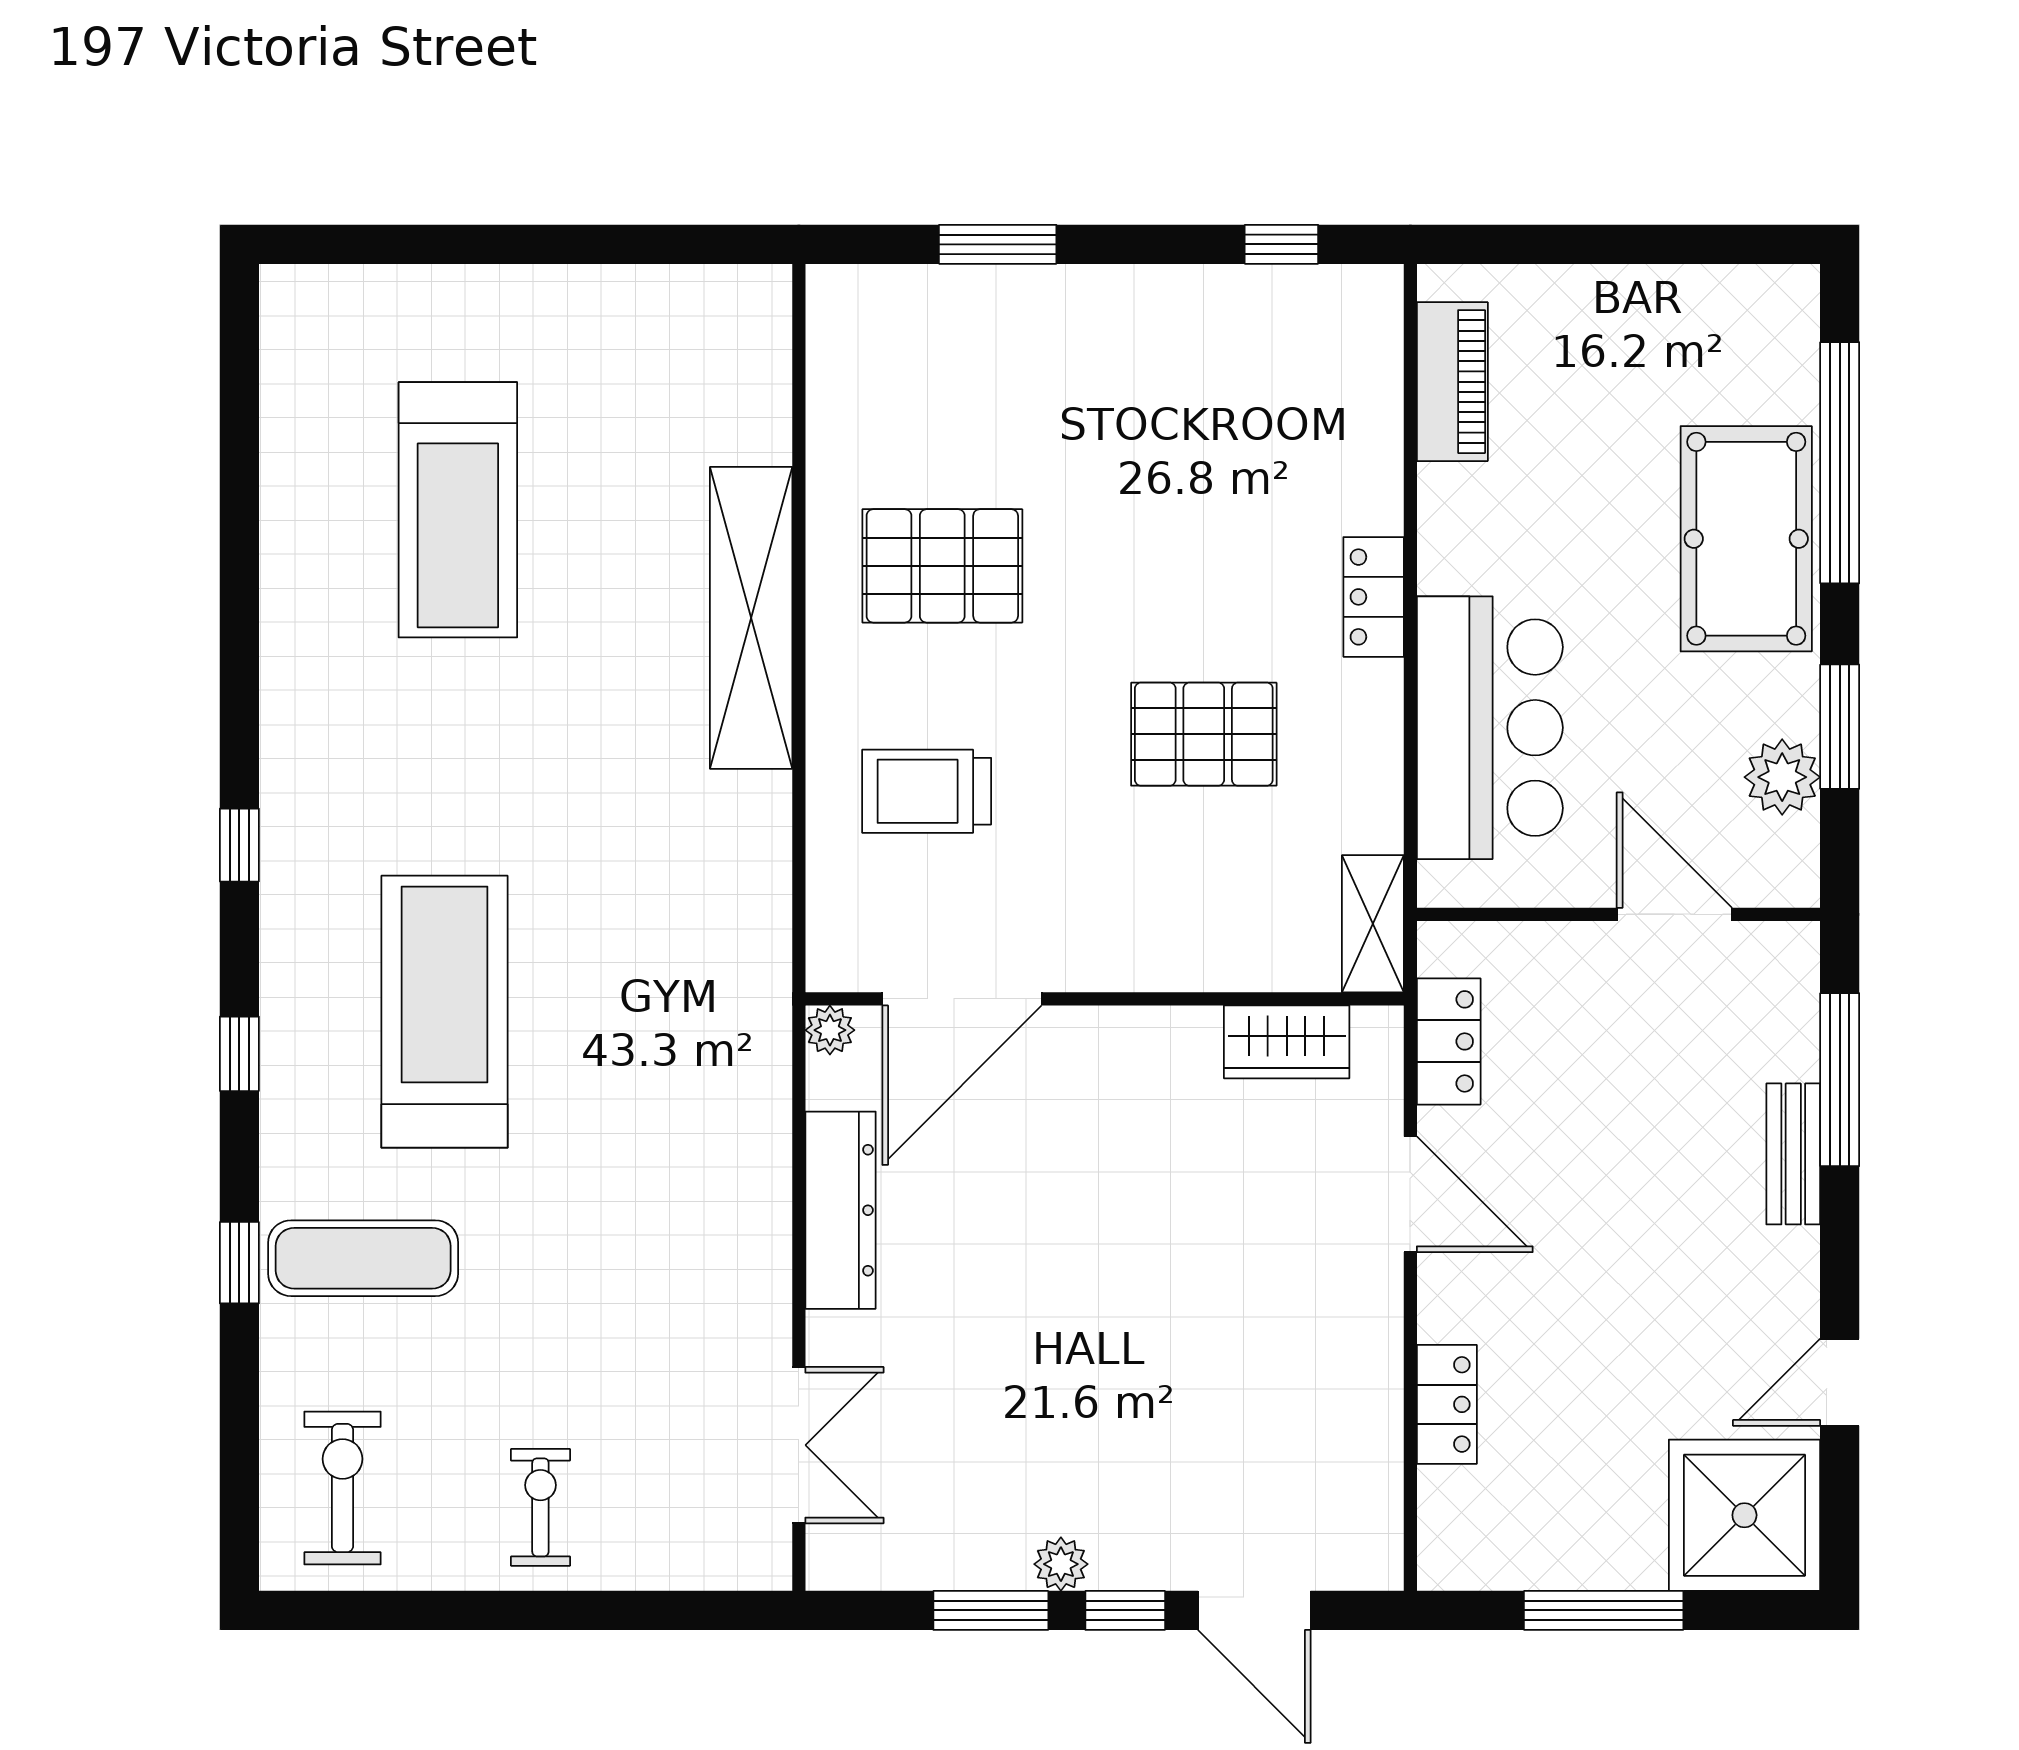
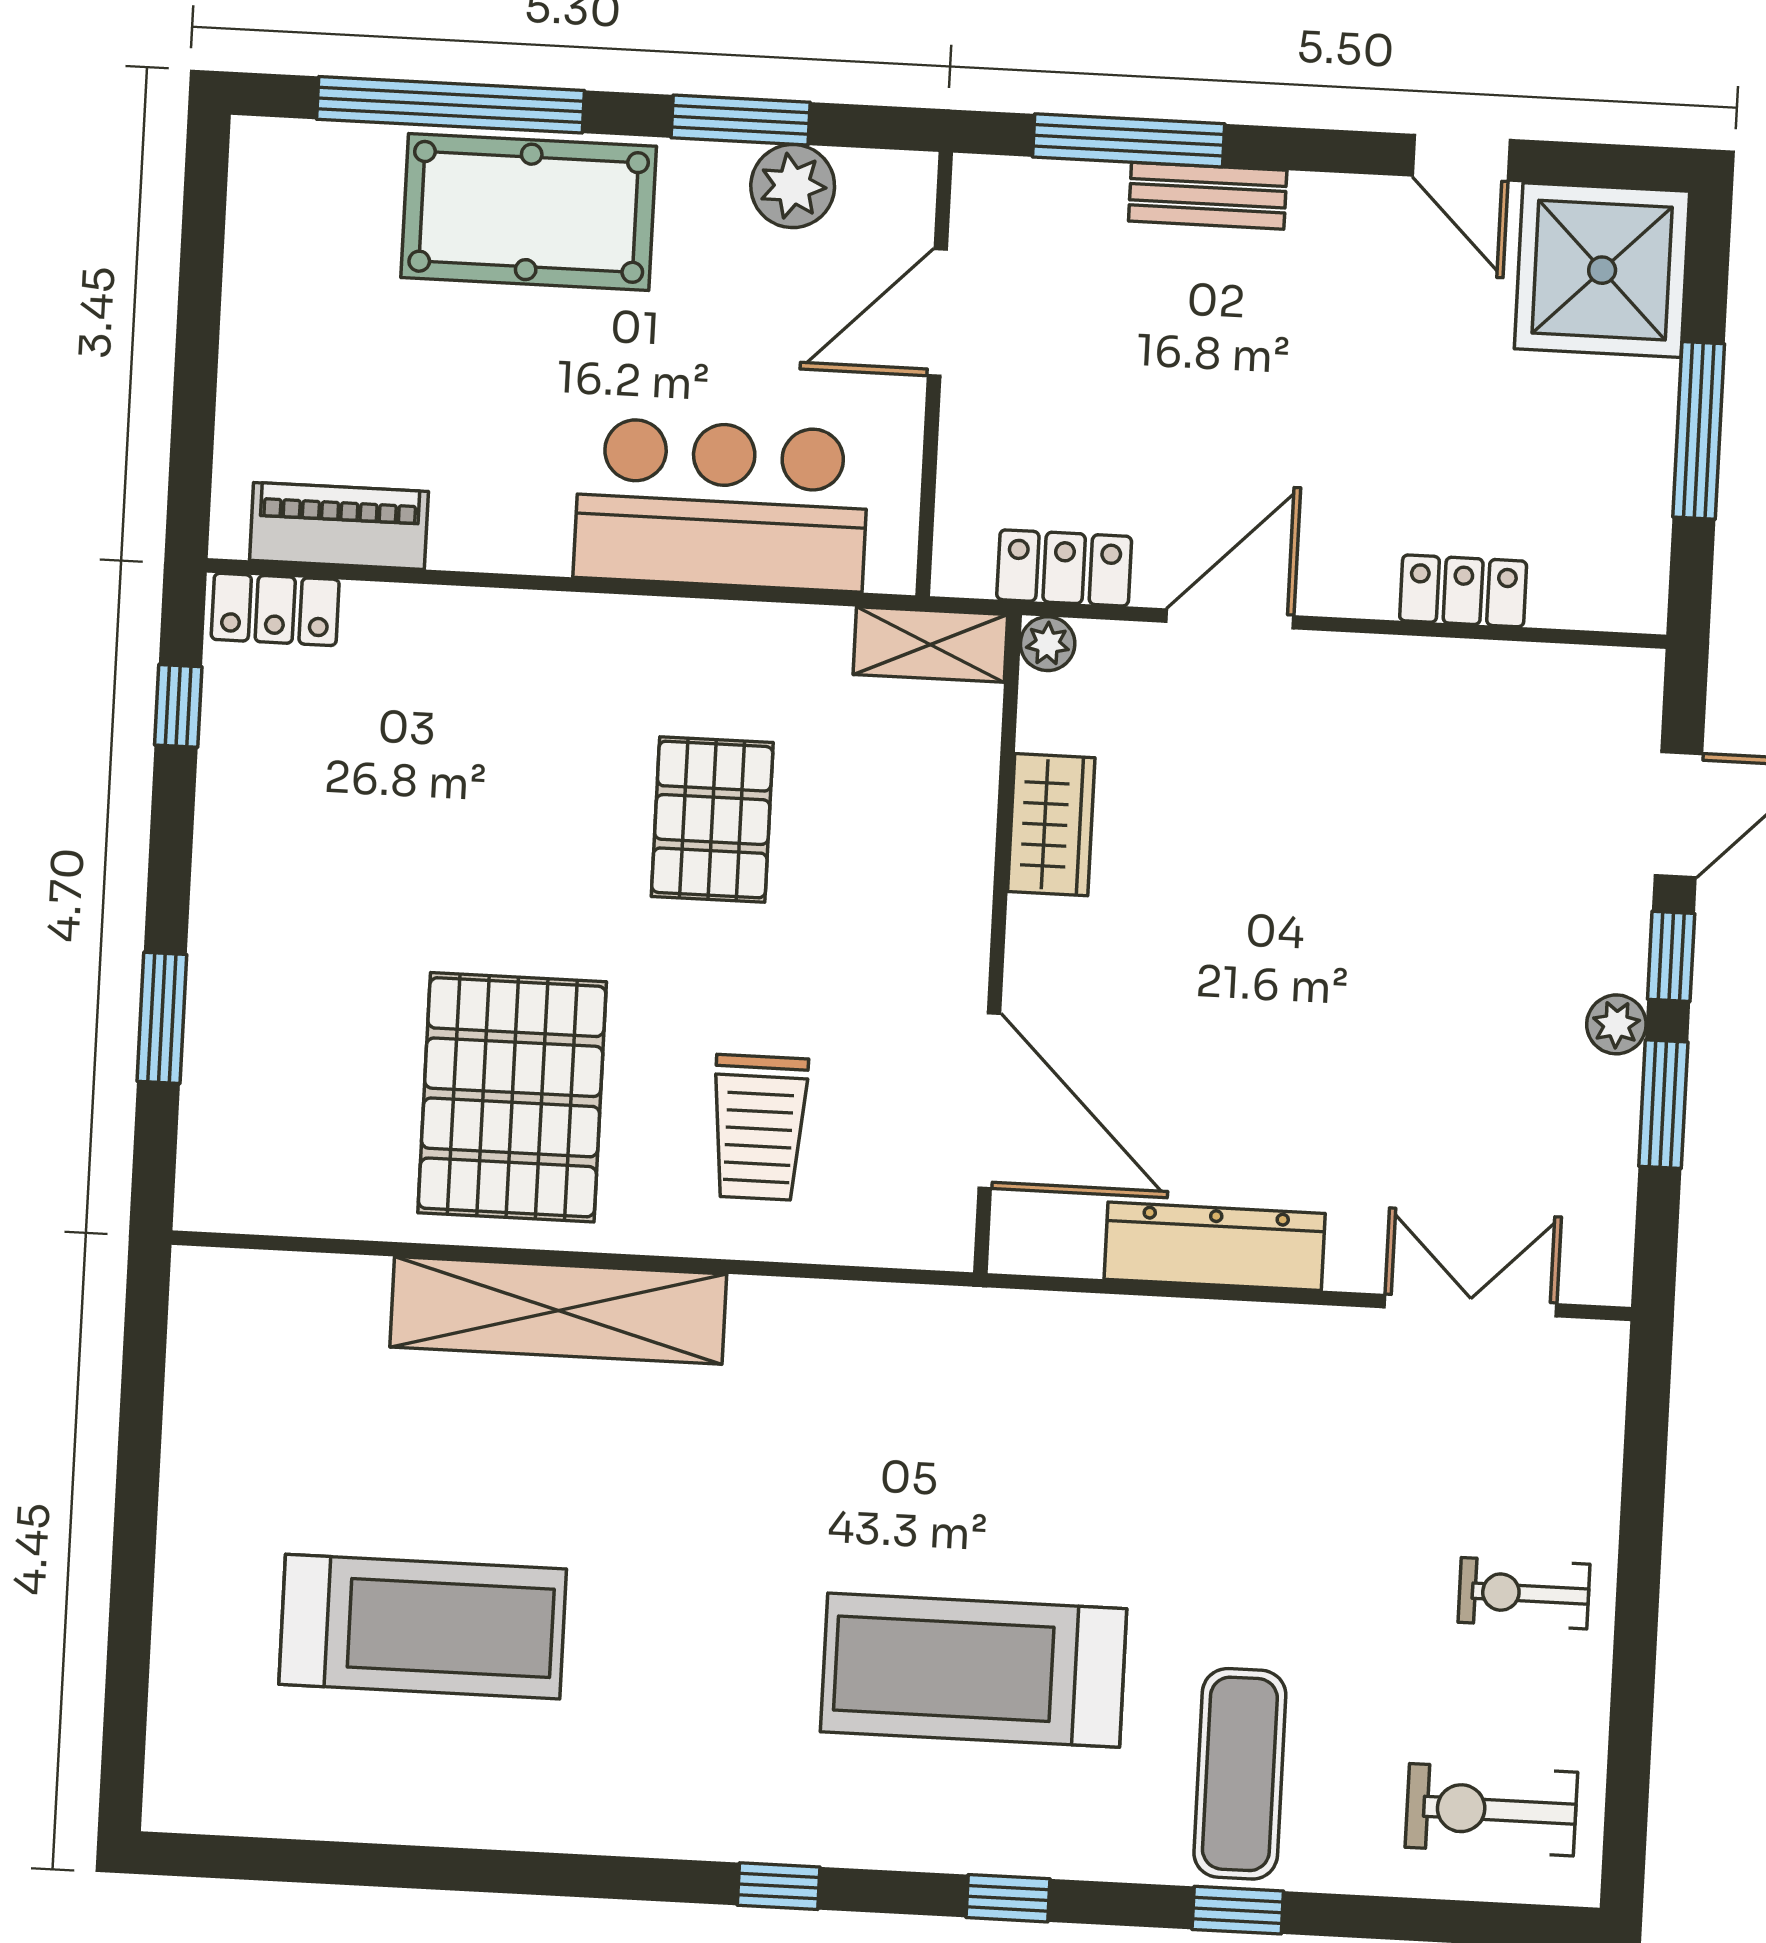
pallet: (942, 566) -> (512, 1097), width x1.37, depth x1.41
locker: (1374, 597) -> (275, 609), moved
plant: (830, 1030) -> (1048, 644), moved
wardrobe: (1287, 1042) -> (1051, 825), moved

